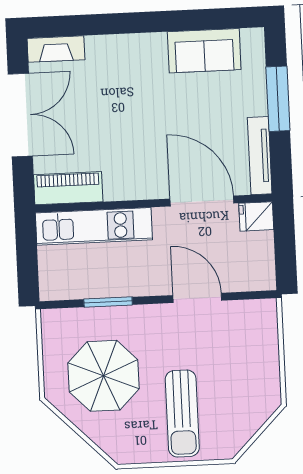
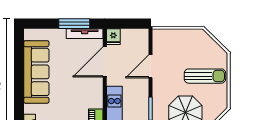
sofa: (204, 51) -> (36, 72), width x1.85, depth x1.27
window: (278, 99) -> (74, 24), moved

